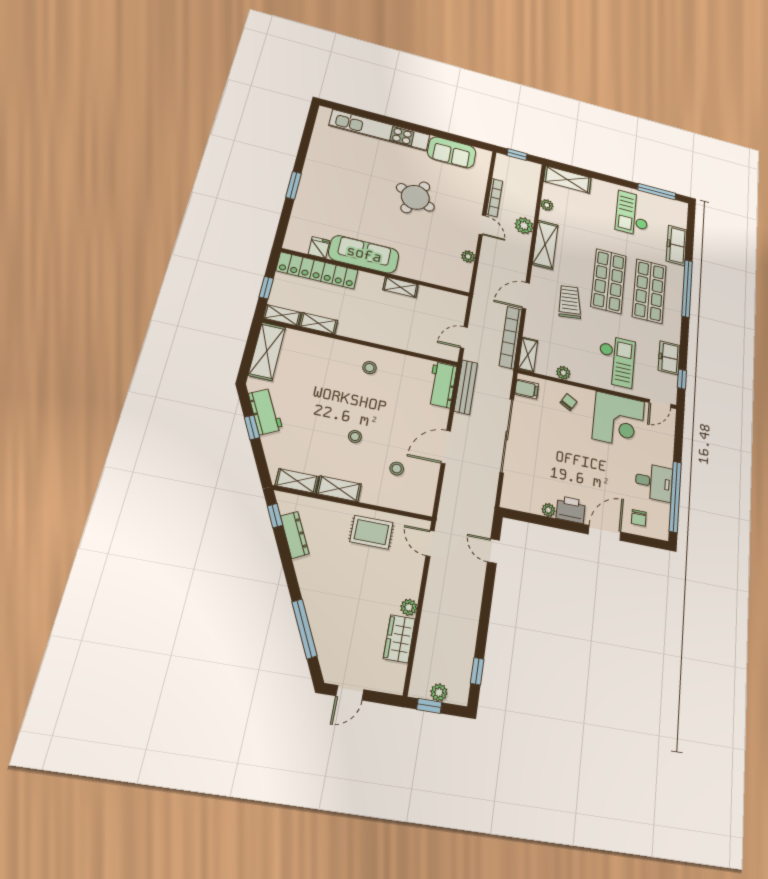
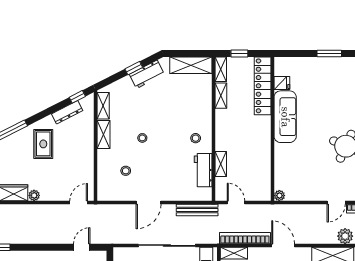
plant: (468, 257) -> (279, 196), moved
shelving: (401, 287) -> (221, 164), moved
workbench: (442, 385) -> (203, 170), moved, turned -90
door: (446, 447) -> (148, 203), swing flipped
rug: (371, 532) -> (43, 144), moved

